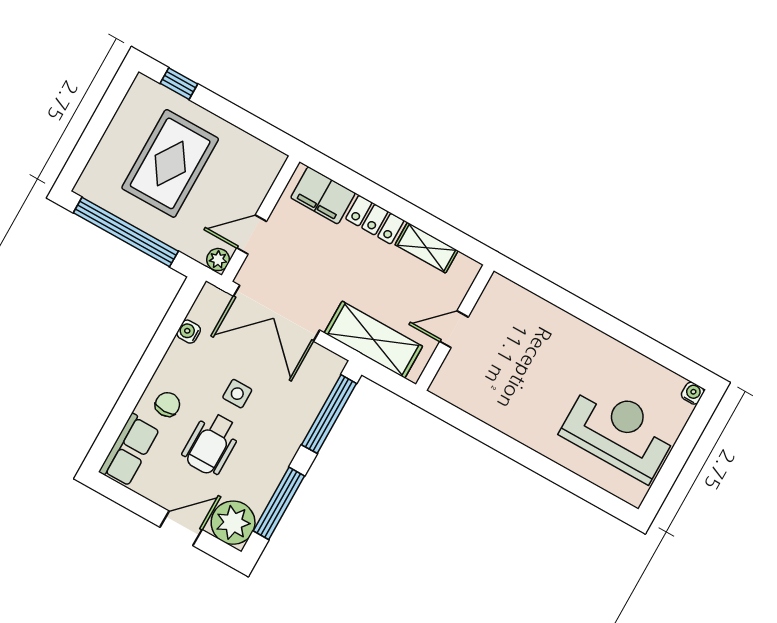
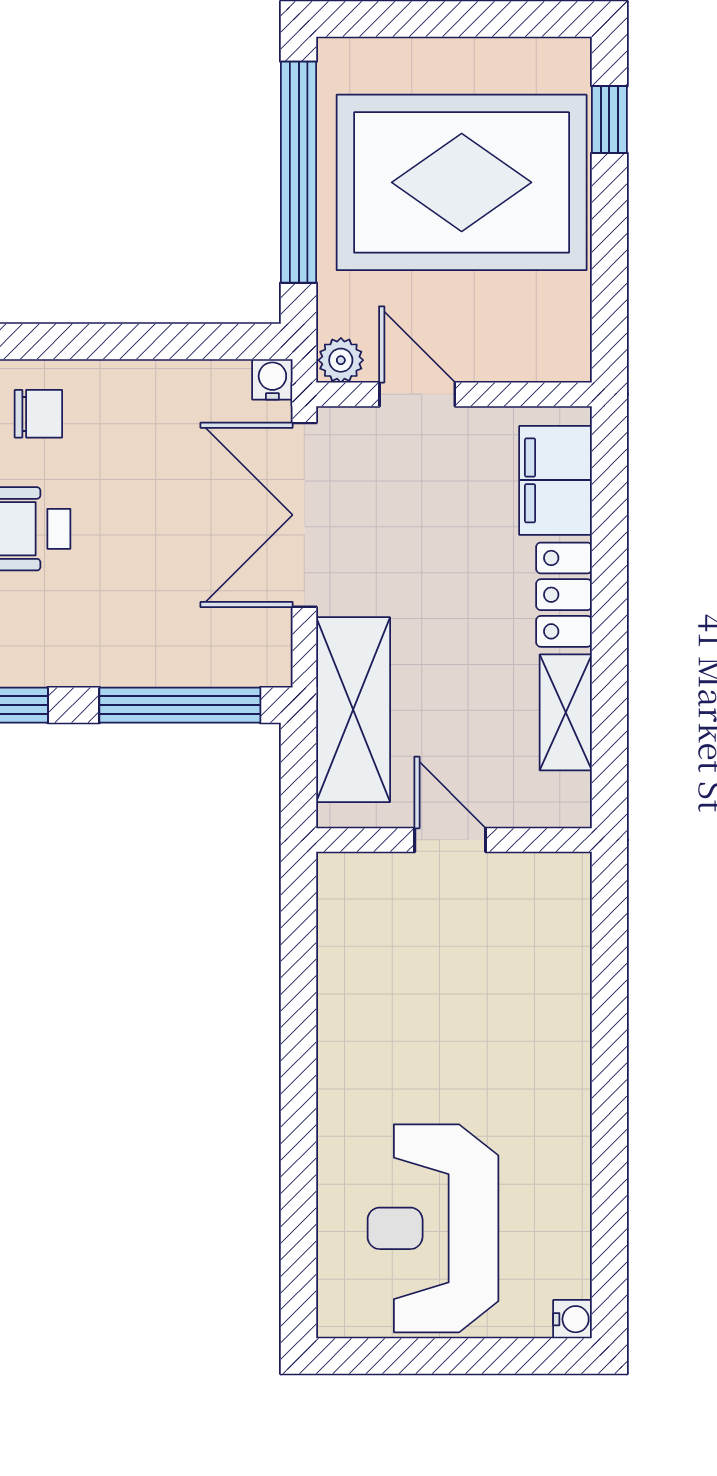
rug: (170, 163) -> (462, 182), width x1.37, depth x1.44
water cooler: (189, 332) -> (272, 379), moved
side table: (237, 394) -> (126, 525), removed
reception desk: (619, 432) -> (433, 1228), turned 180

